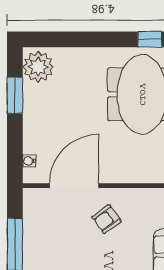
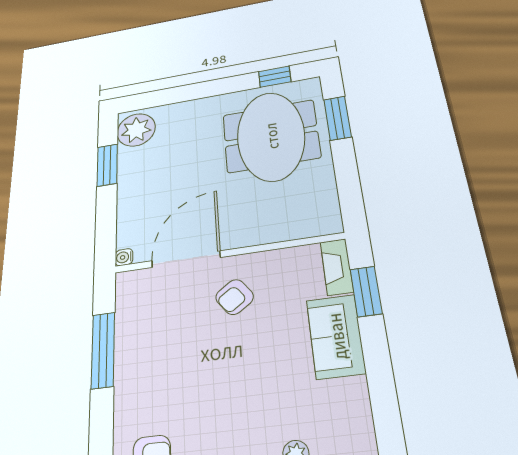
water cooler: (29, 161) -> (124, 257), moved

